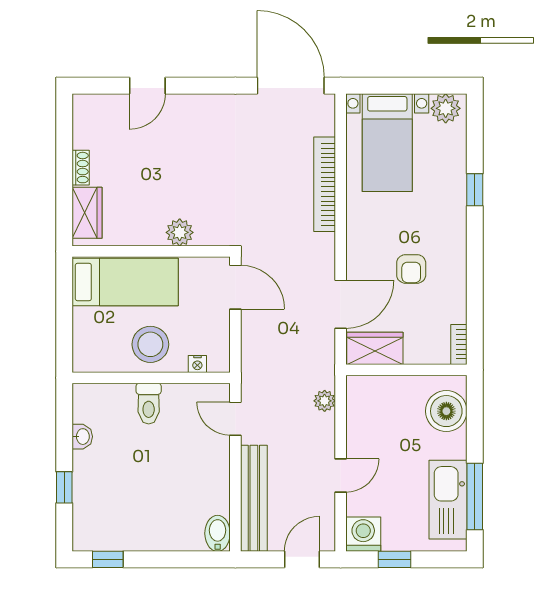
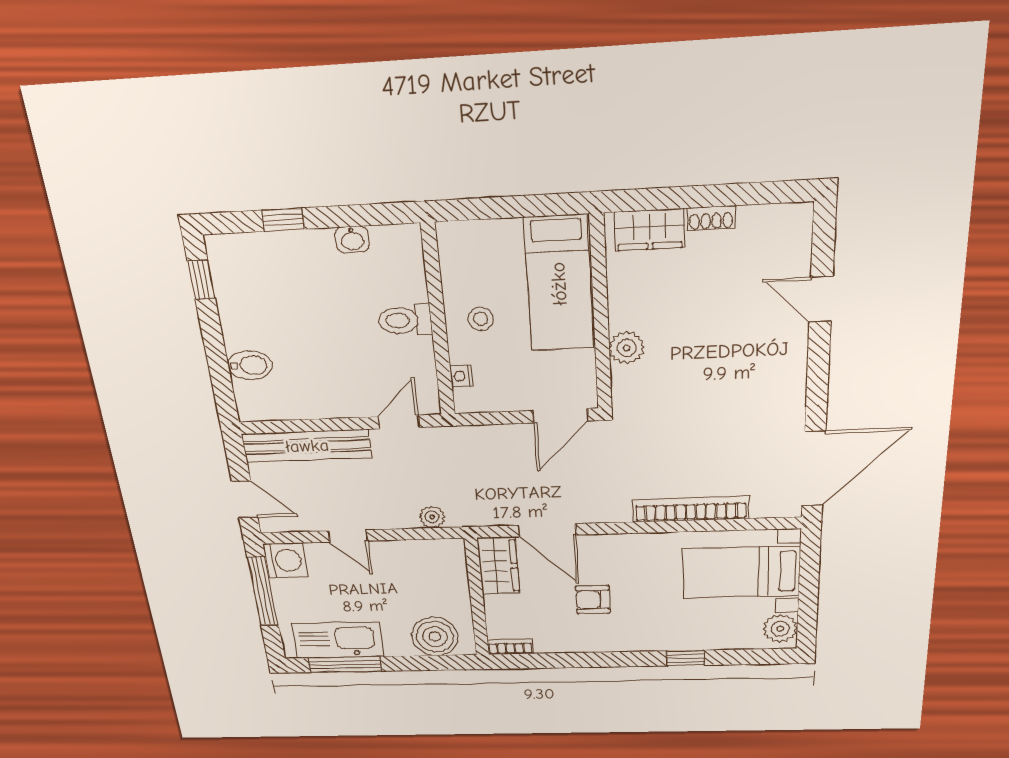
stool: (150, 344) -> (481, 319), width x0.53, depth x0.53
bidet: (218, 533) -> (250, 365), moved
window: (395, 559) -> (263, 592), width x2.17

